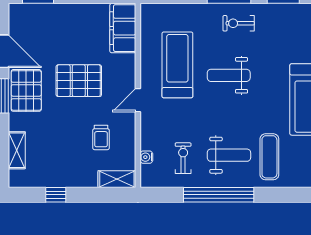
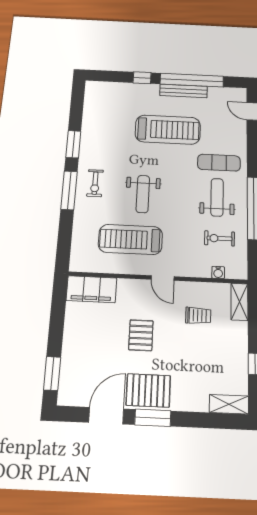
pallet: (79, 81) -> (141, 335), width x0.67, depth x0.71
shelving: (17, 150) -> (229, 404), moved

